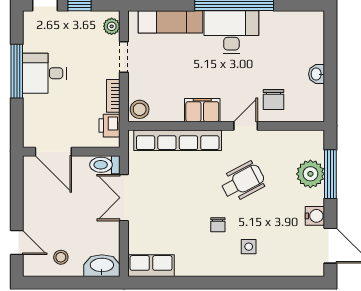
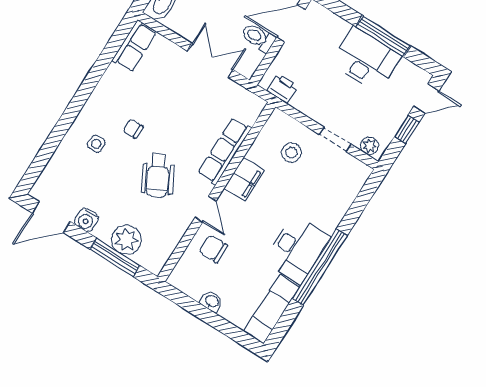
exam couch: (170, 22) -> (272, 309), moved
desk: (44, 73) -> (366, 60), width x1.37
bookcase: (113, 96) -> (307, 108), removed
stool: (140, 109) -> (291, 153), moved
row of seats: (178, 140) -> (224, 151), width x0.73
toilet: (105, 165) -> (258, 37), moved, turned -90

